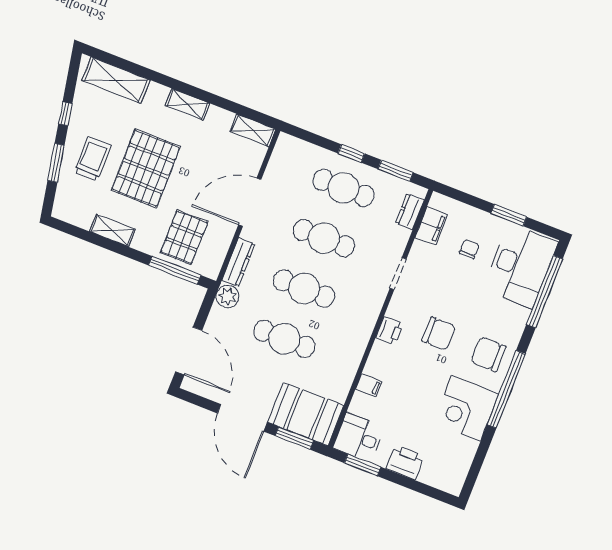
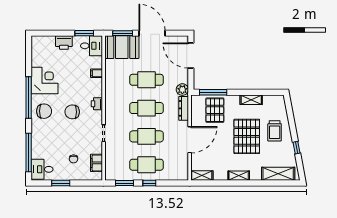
window: (56, 163) -> (292, 122), removed
dresser: (410, 211) -> (110, 166), removed
desk: (520, 266) -> (42, 169), width x0.53, depth x0.77

